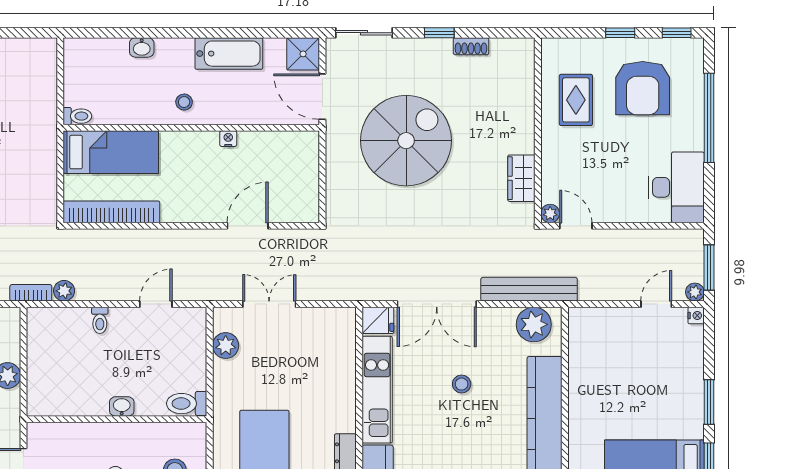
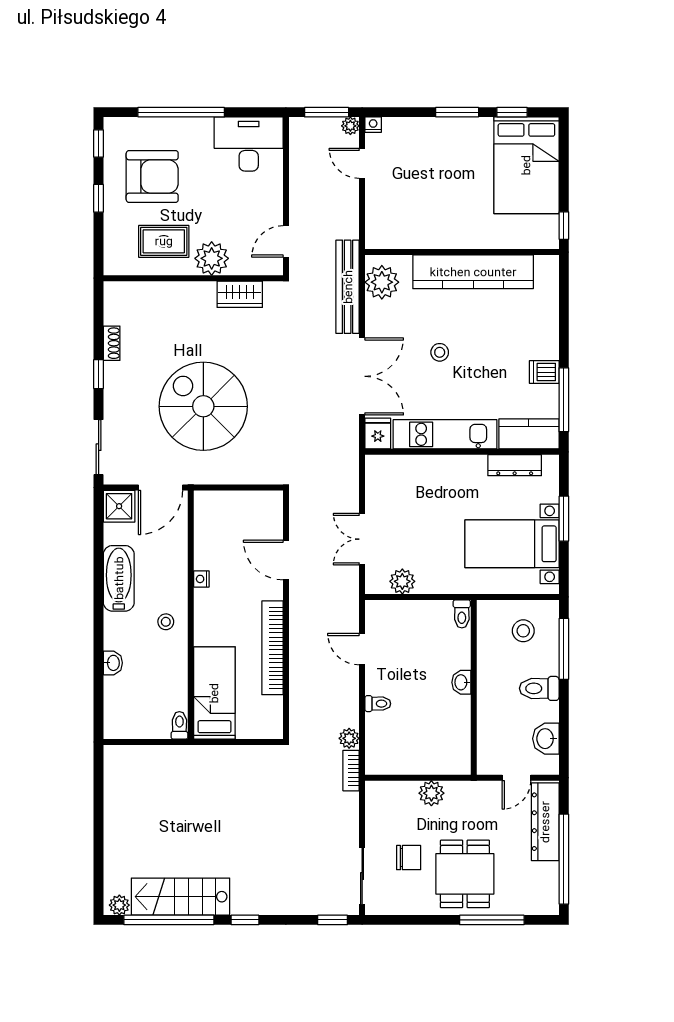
bookcase: (111, 212) -> (272, 648), moved
plant: (550, 214) -> (212, 258), moved, width x1.87, depth x1.87
toilet: (187, 404) -> (462, 614), width x0.73, depth x0.72

